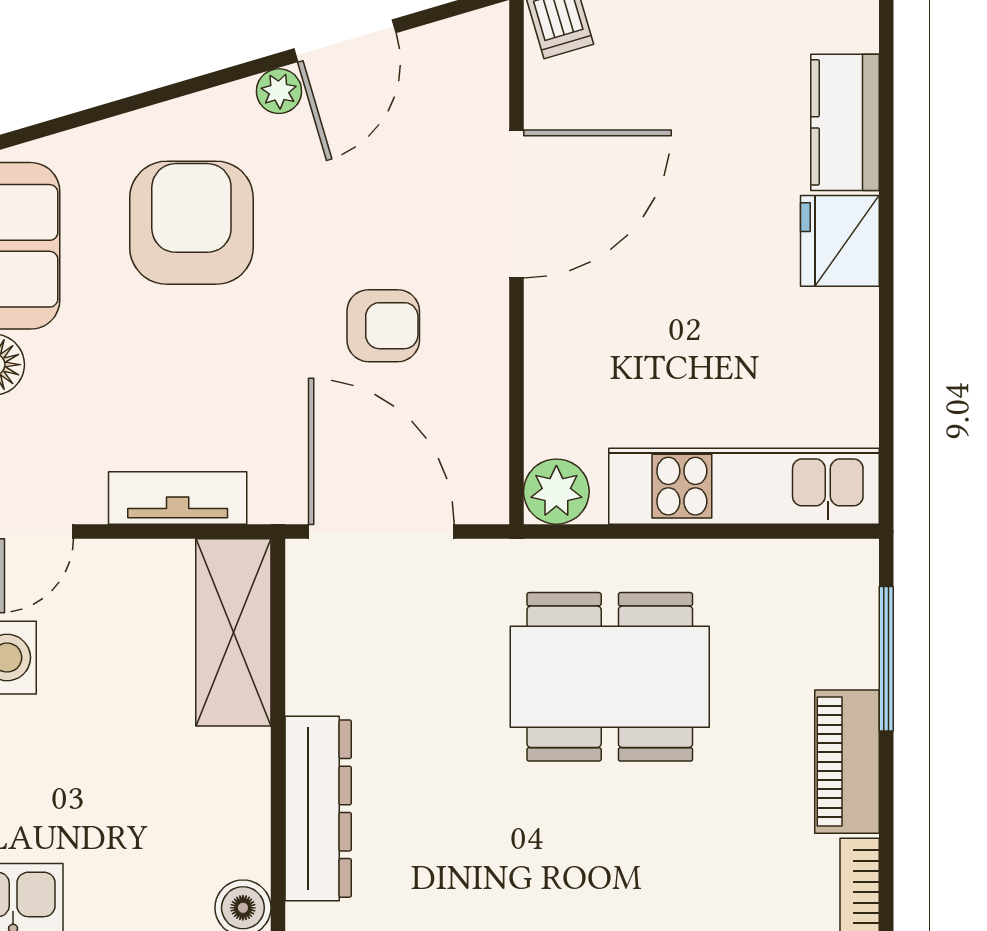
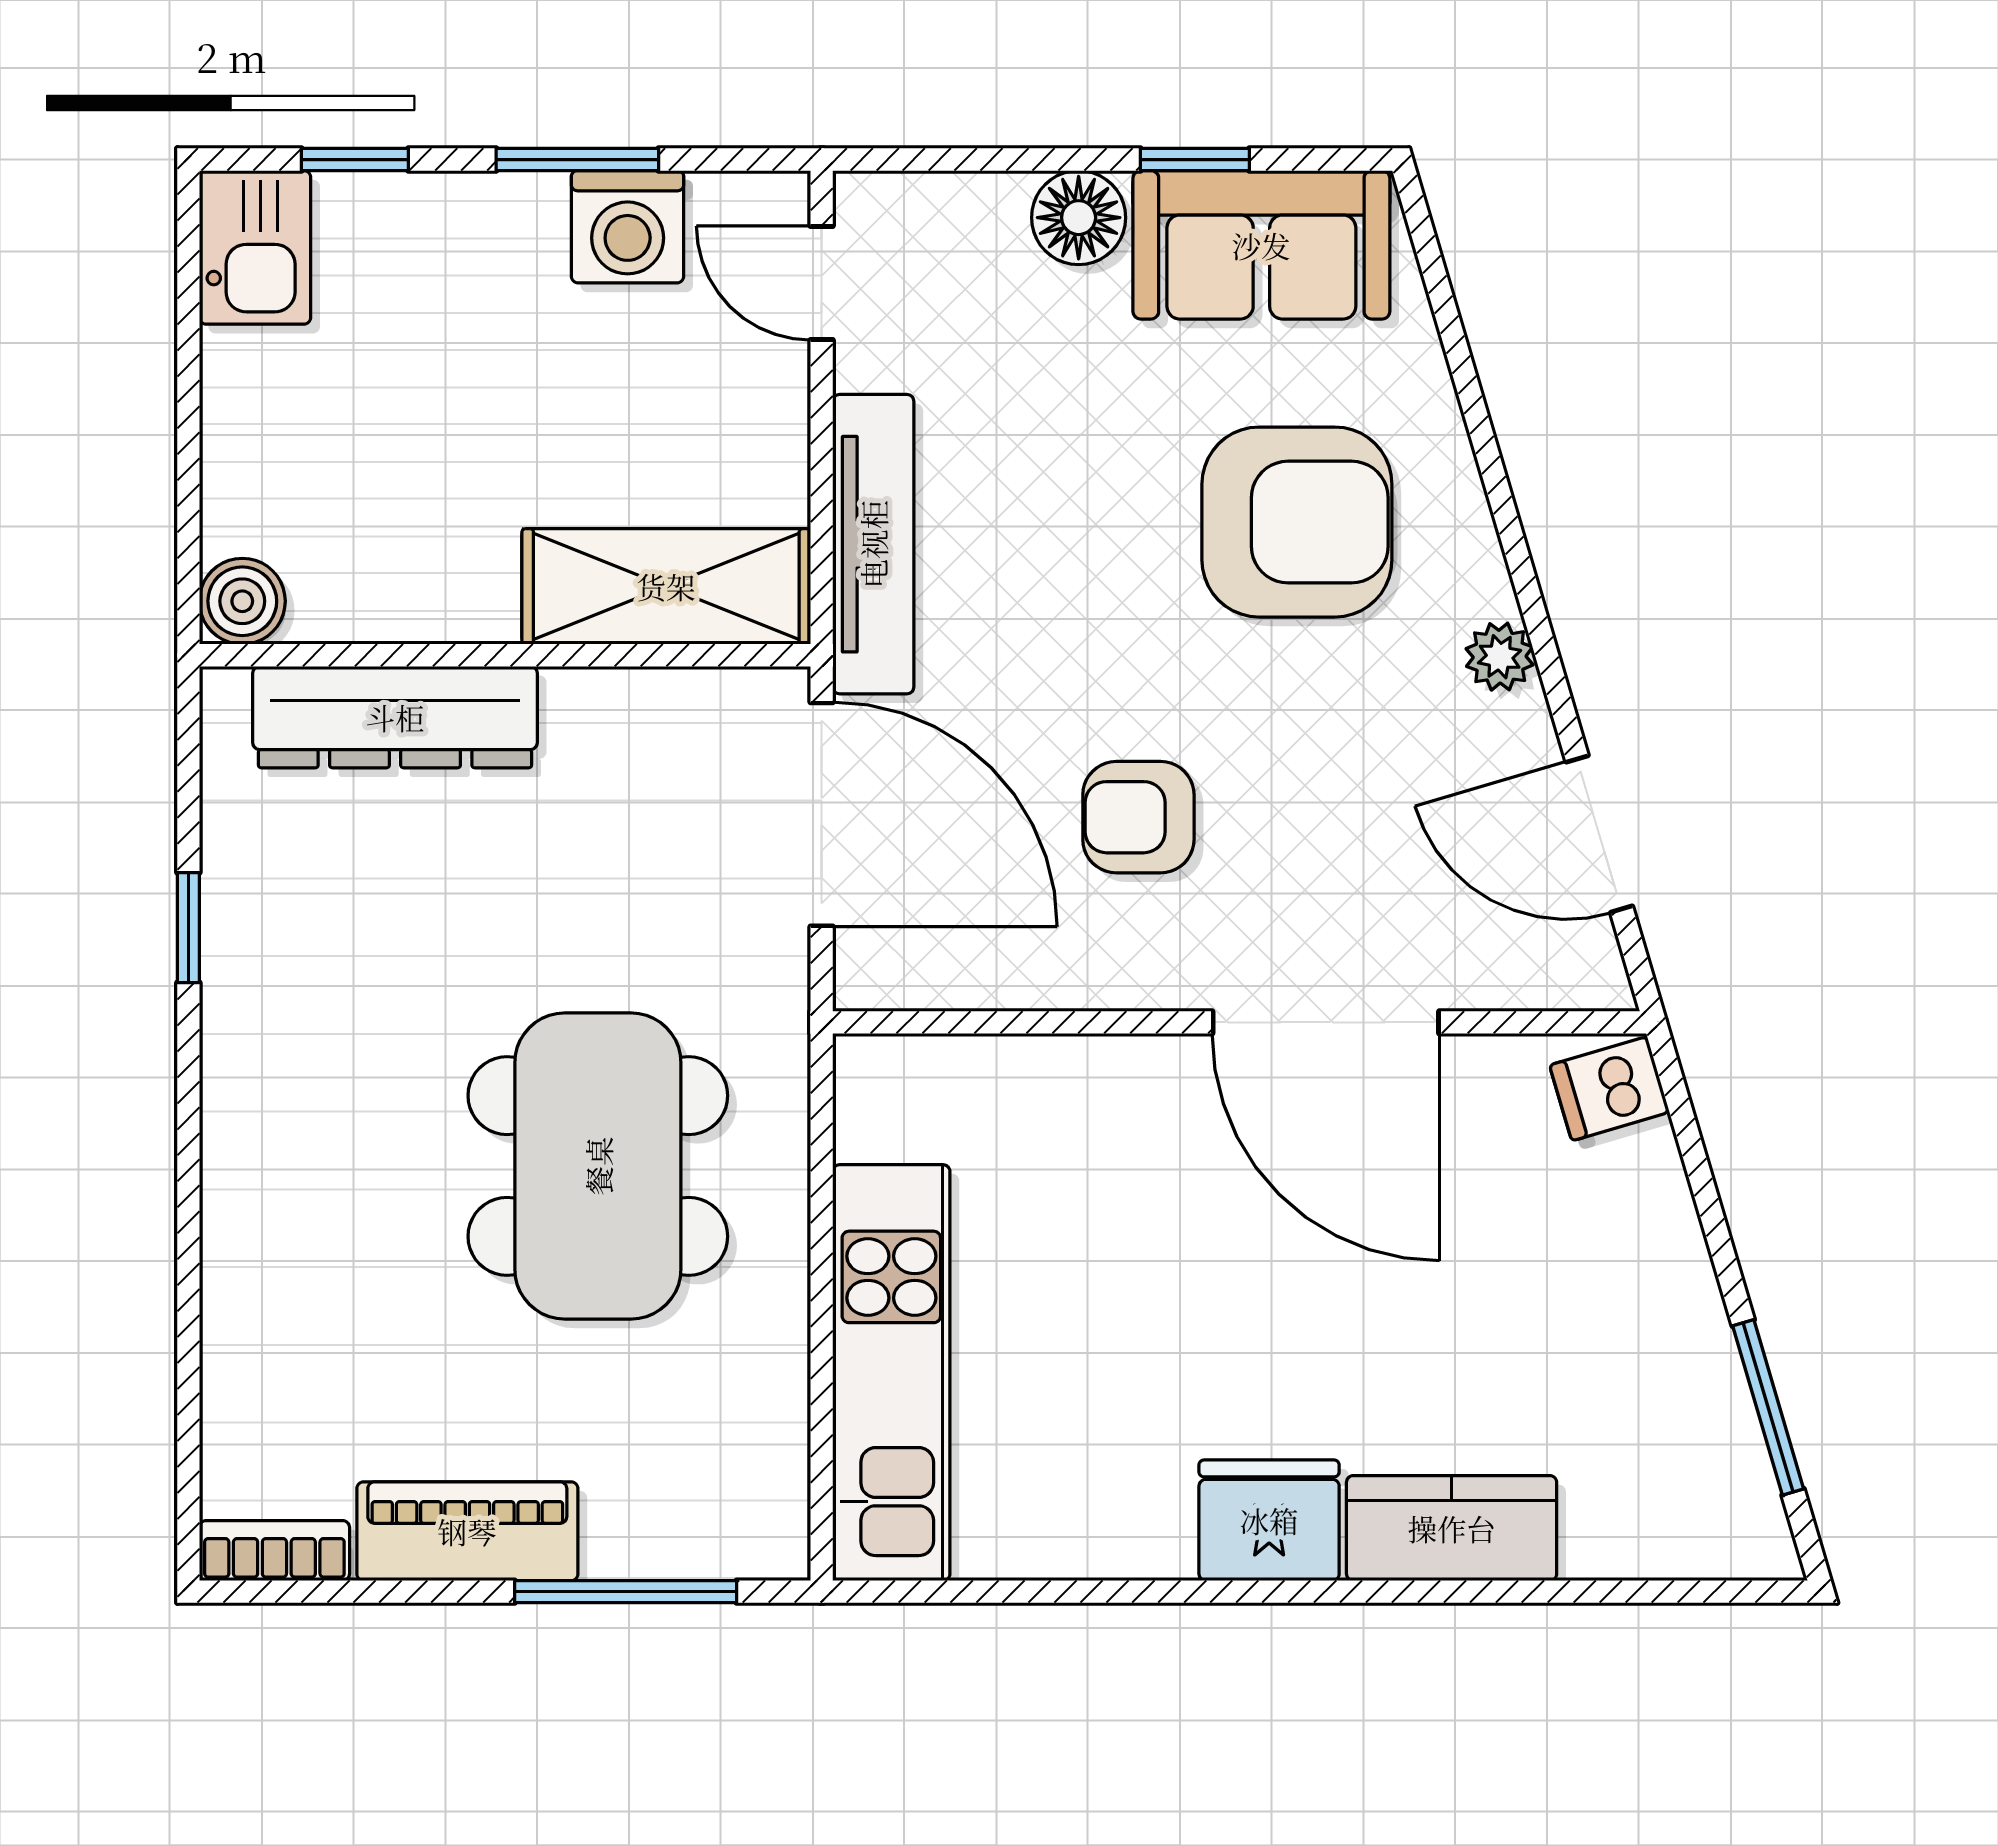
door: (345, 41) -> (1599, 834), moved
armchair: (383, 326) -> (1138, 817), turned 90
plant: (556, 492) -> (883, 1084), removed
tv unit: (178, 498) -> (873, 544), width x1.41
door: (381, 531) -> (822, 814), hinge flipped

